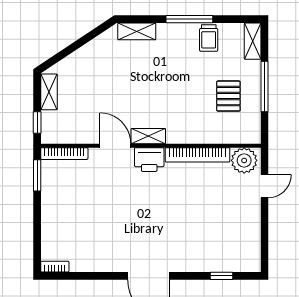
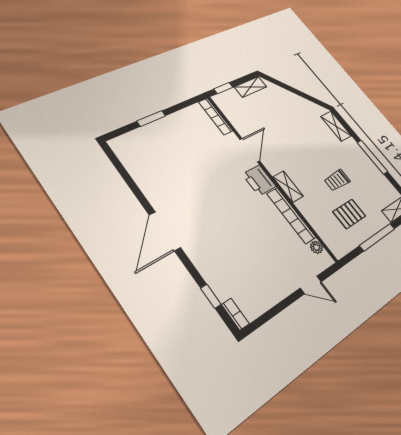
trolley: (209, 38) -> (337, 180), moved
shelving: (148, 136) -> (288, 187), moved
plant: (244, 160) -> (316, 247), width x0.53, depth x0.53
window: (37, 175) -> (151, 118), moved
bookcase: (55, 267) -> (235, 314), moved

